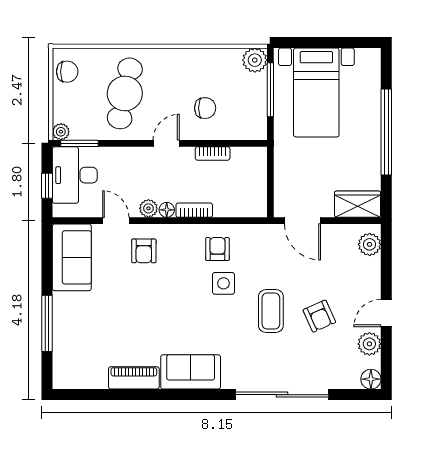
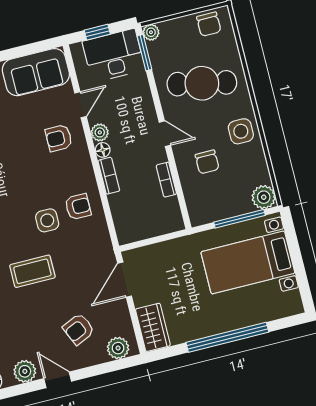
side table: (183, 66) -> (241, 131), added
armchair: (319, 316) -> (79, 329), moved

